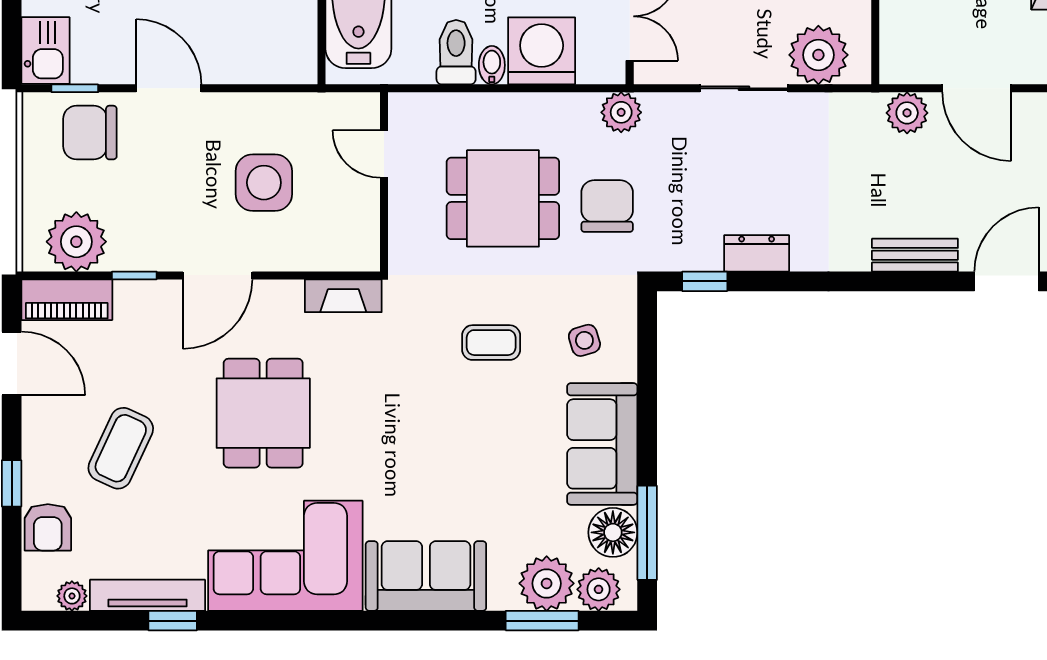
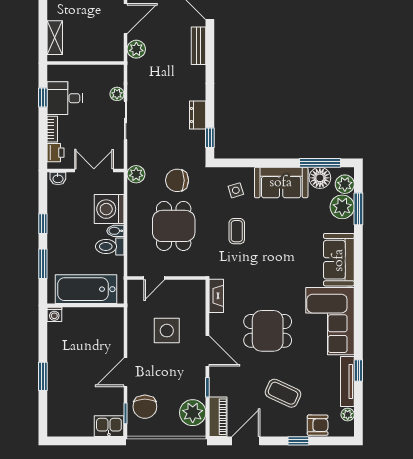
plant: (818, 55) -> (117, 94), width x0.53, depth x0.53

